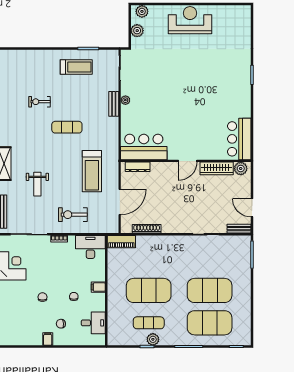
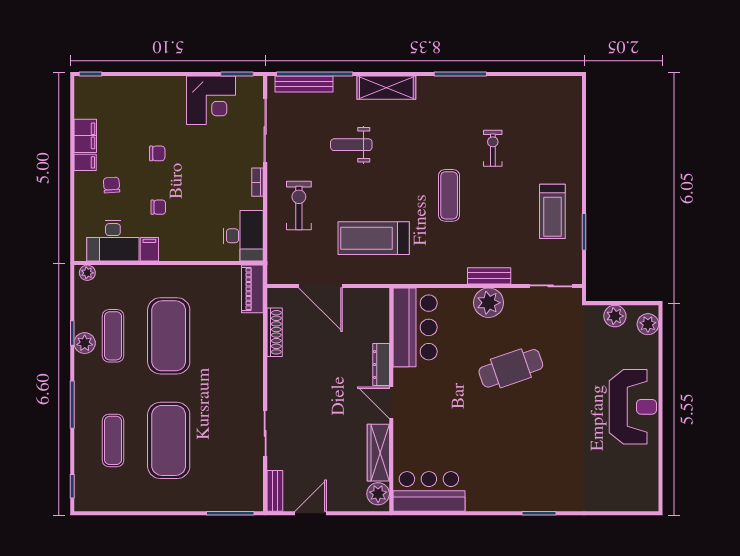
cafe table: (168, 91) -> (511, 368), added
plant: (125, 100) -> (489, 303), width x1.88, depth x1.88
dresser: (138, 167) -> (381, 365), moved
filing cabinet: (98, 287) -> (149, 249), moved
desk: (93, 323) -> (113, 241), width x1.37
exercise mat: (210, 323) -> (113, 440), width x0.50, depth x0.69
plant: (112, 338) -> (87, 273), added
filing cabinet: (32, 339) -> (85, 136), added

